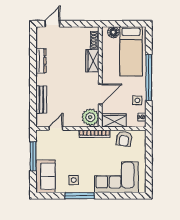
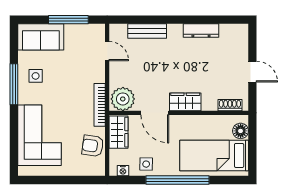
door: (52, 24) -> (252, 72), moved
wardrobe: (92, 61) -> (185, 102), moved

